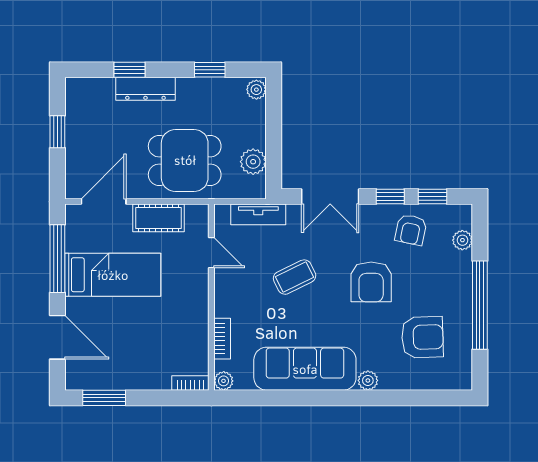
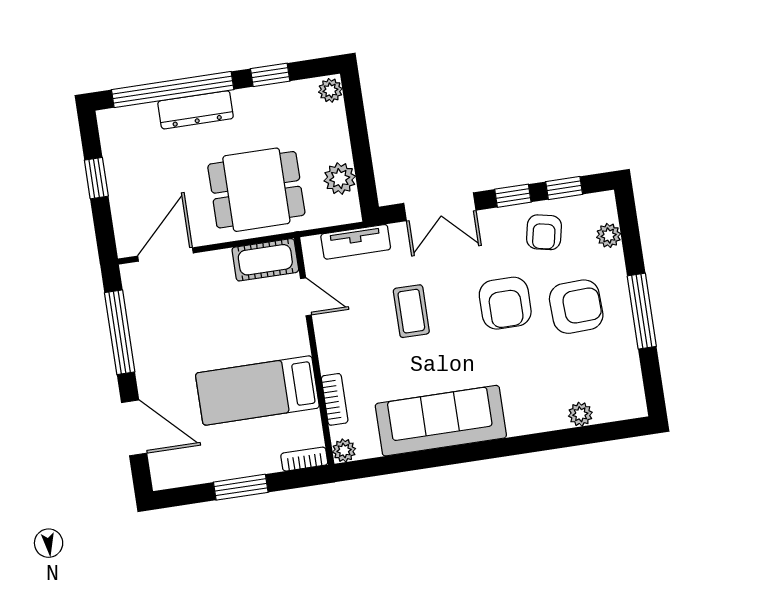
window: (130, 70) -> (173, 90), width x3.17
cot: (158, 218) -> (265, 260), moved
bed: (113, 275) -> (257, 390), moved, turned 180
coffee table: (295, 277) -> (411, 311), turned -64
window: (480, 305) -> (642, 311), width x0.68
armchair: (422, 337) -> (576, 307), moved
plant: (368, 380) -> (580, 414), moved
window: (104, 398) -> (241, 487), moved

